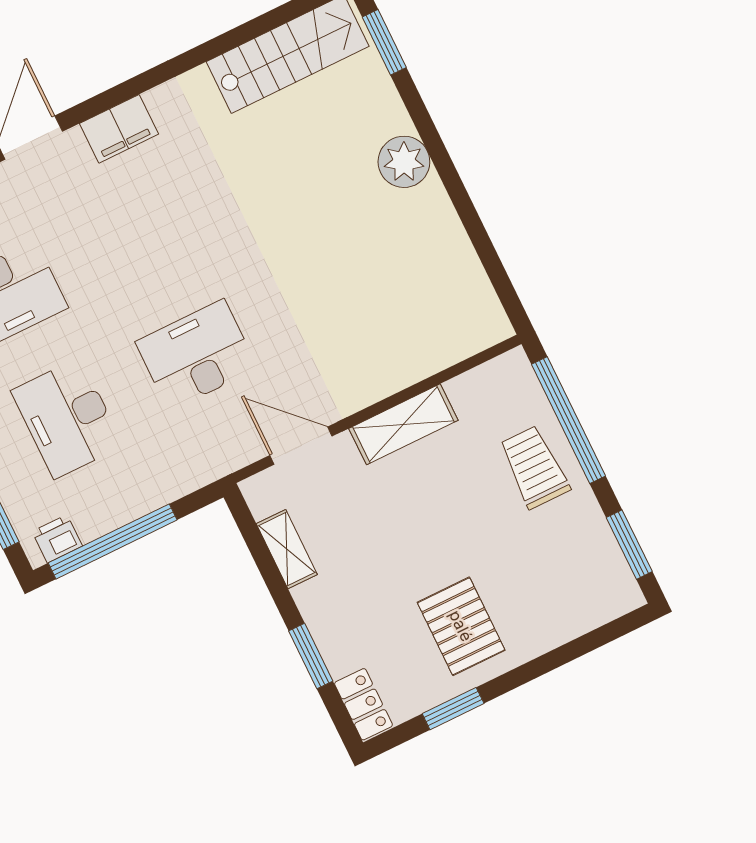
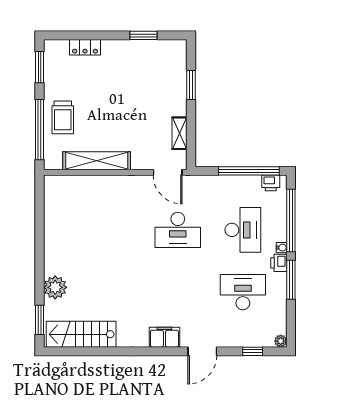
plant: (404, 162) -> (55, 287), moved
shelving: (403, 424) -> (97, 161), width x1.47
door: (301, 446) -> (168, 172), moved
pallet: (461, 626) -> (124, 67), removed
locker: (363, 704) -> (85, 47), moved, turned -90

